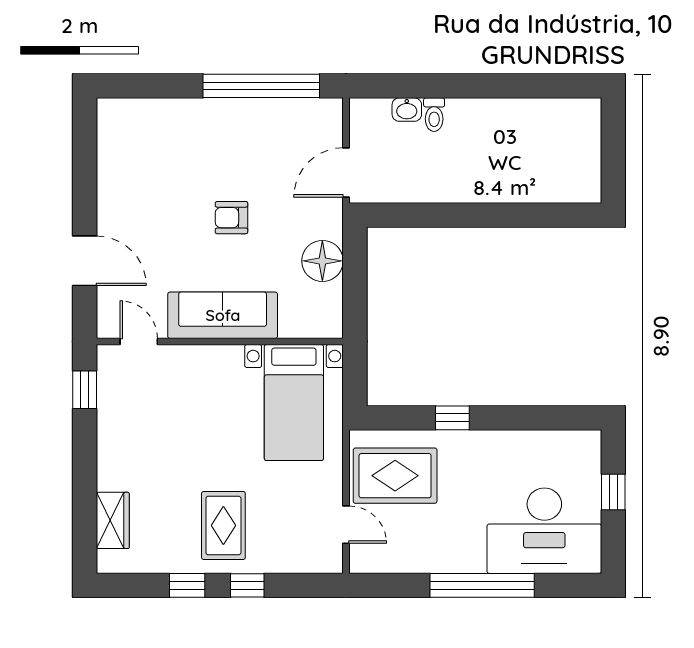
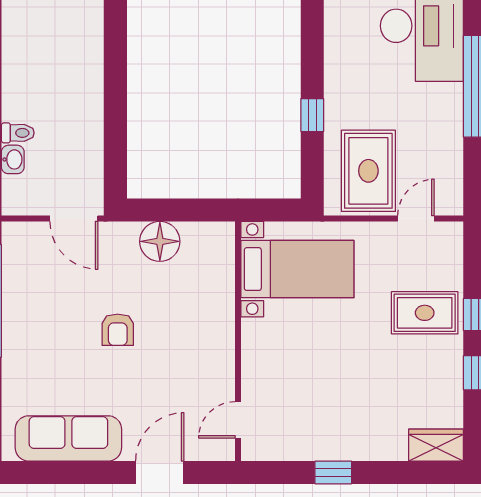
sofa: (223, 315) -> (68, 438), moved, turned 90
window: (85, 390) -> (333, 472), moved
wardrobe: (113, 520) -> (436, 445), moved
rug: (223, 525) -> (425, 313), moved

